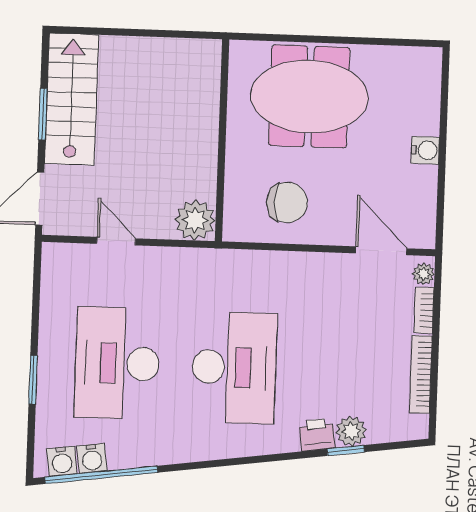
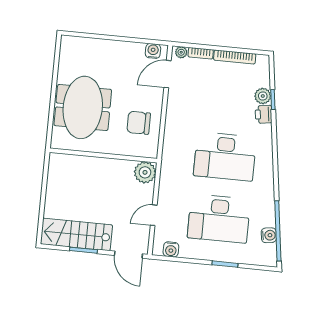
water cooler: (425, 150) -> (153, 51), moved
chair: (287, 202) -> (139, 123), turned -90
desk: (234, 367) -> (225, 156), turned 180
water cooler: (62, 461) -> (171, 249), moved, turned 98

